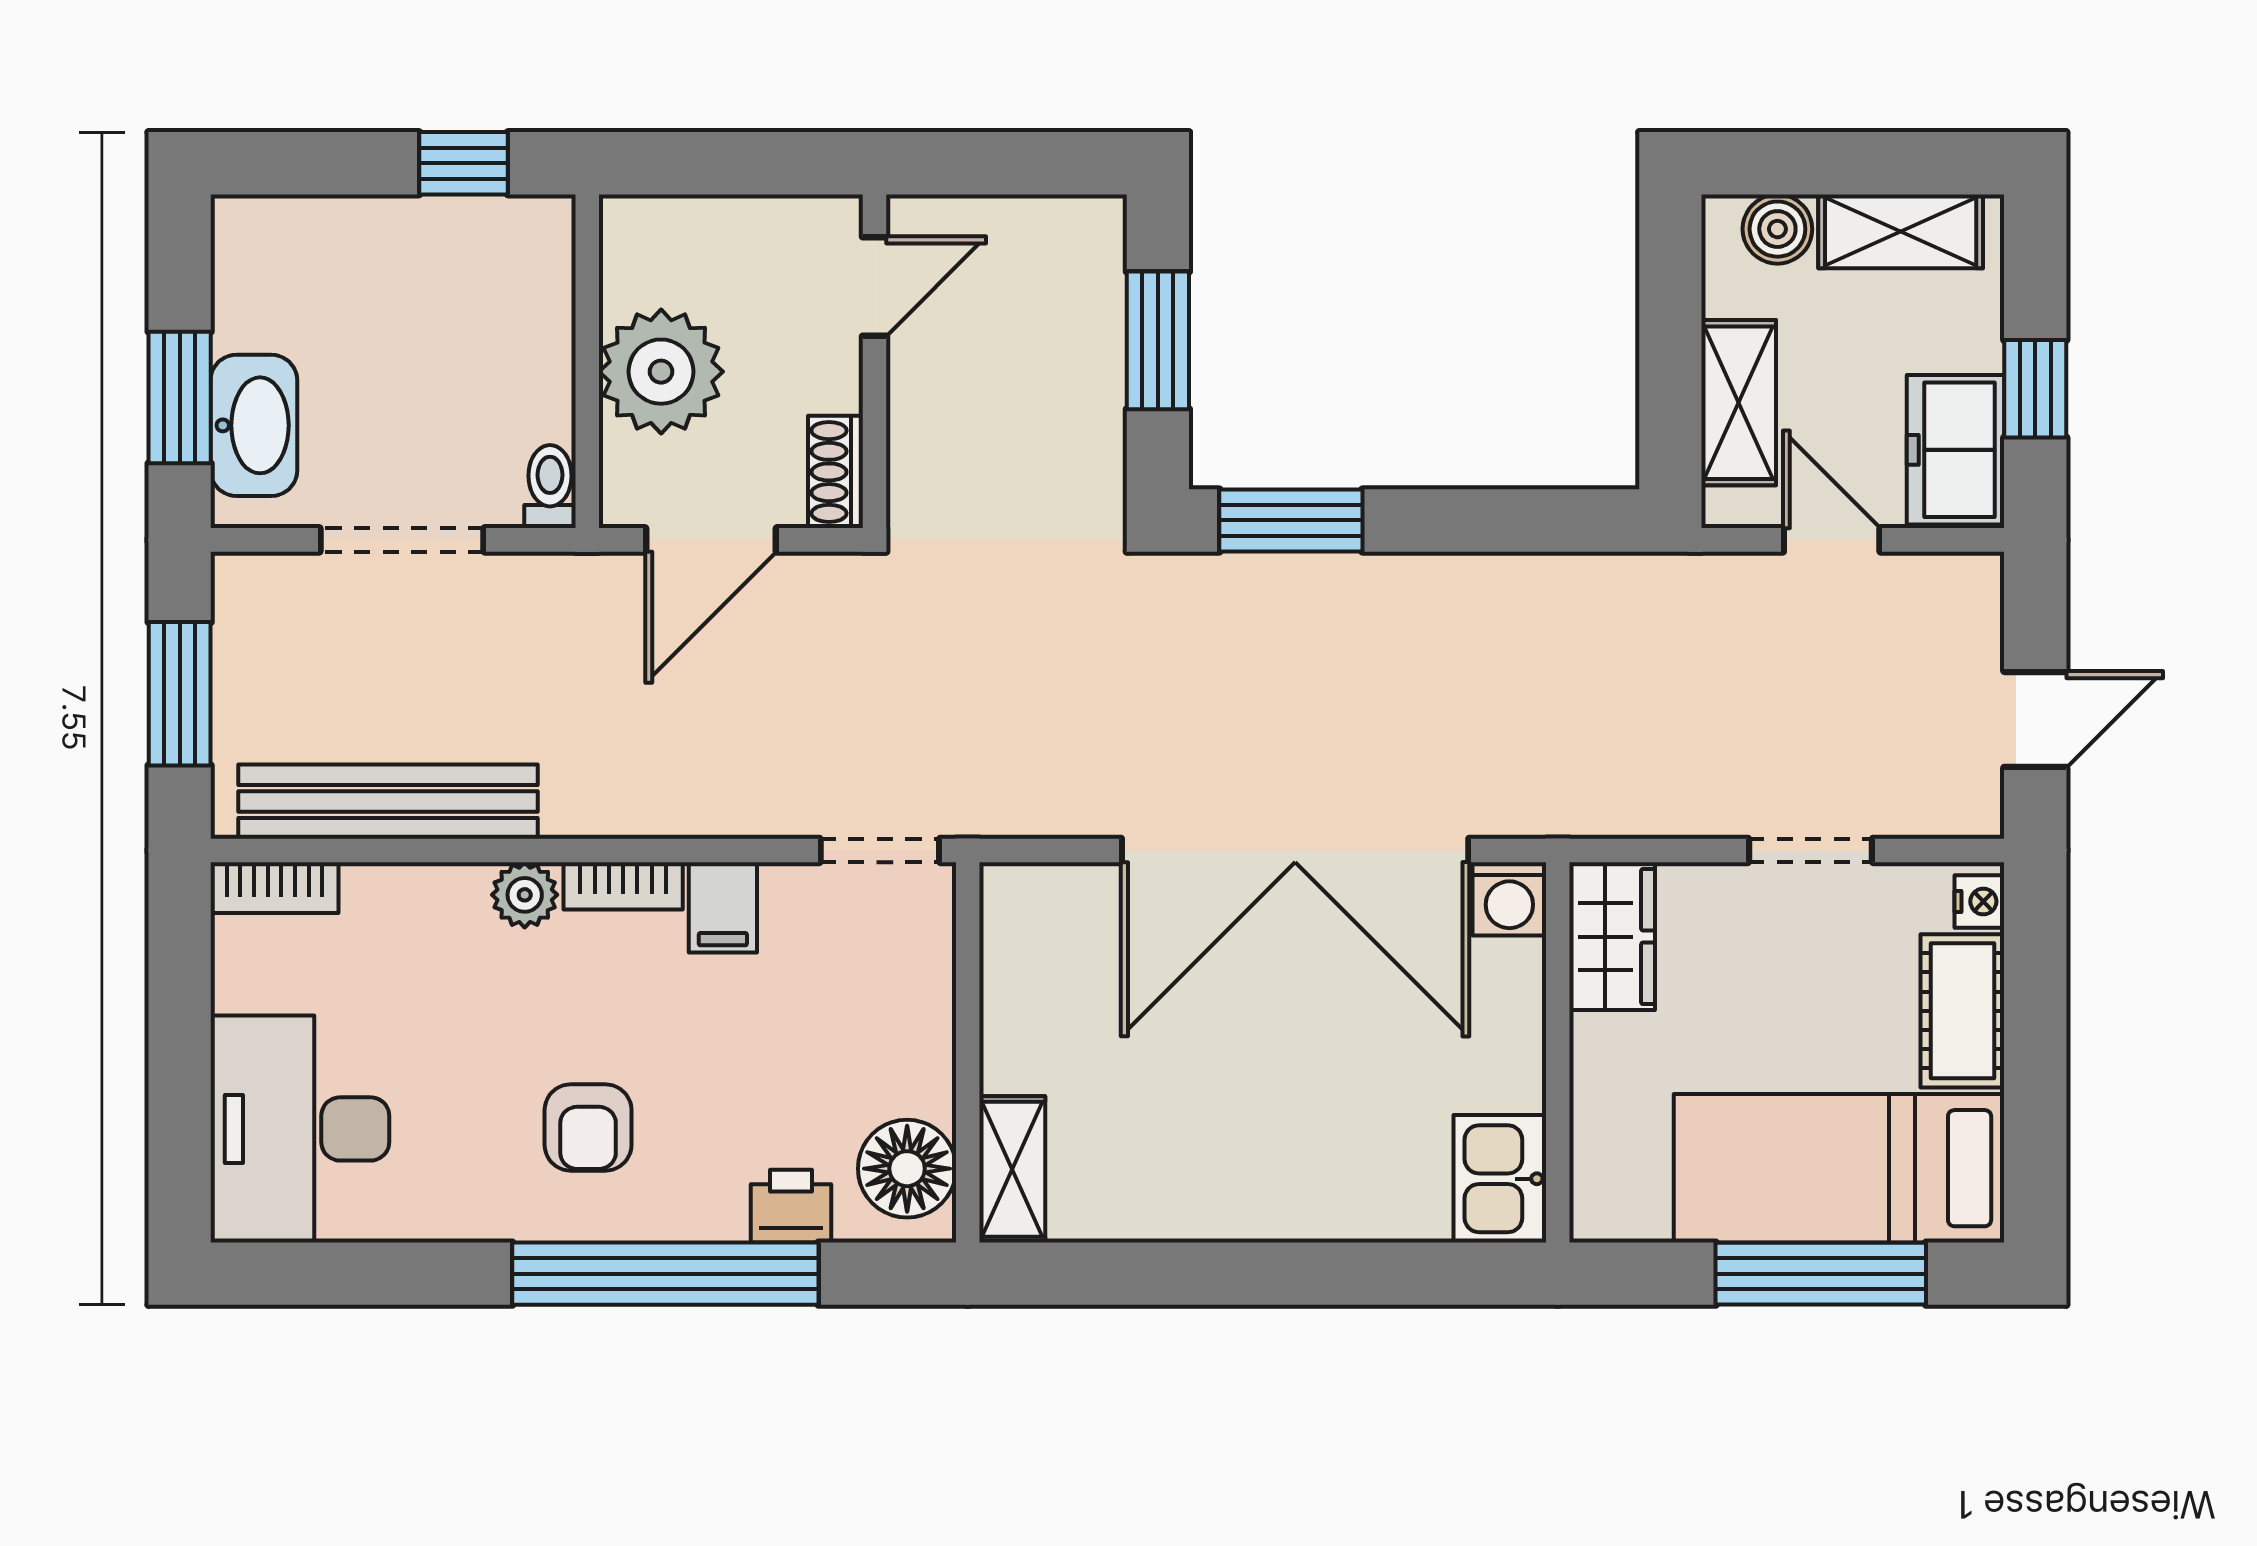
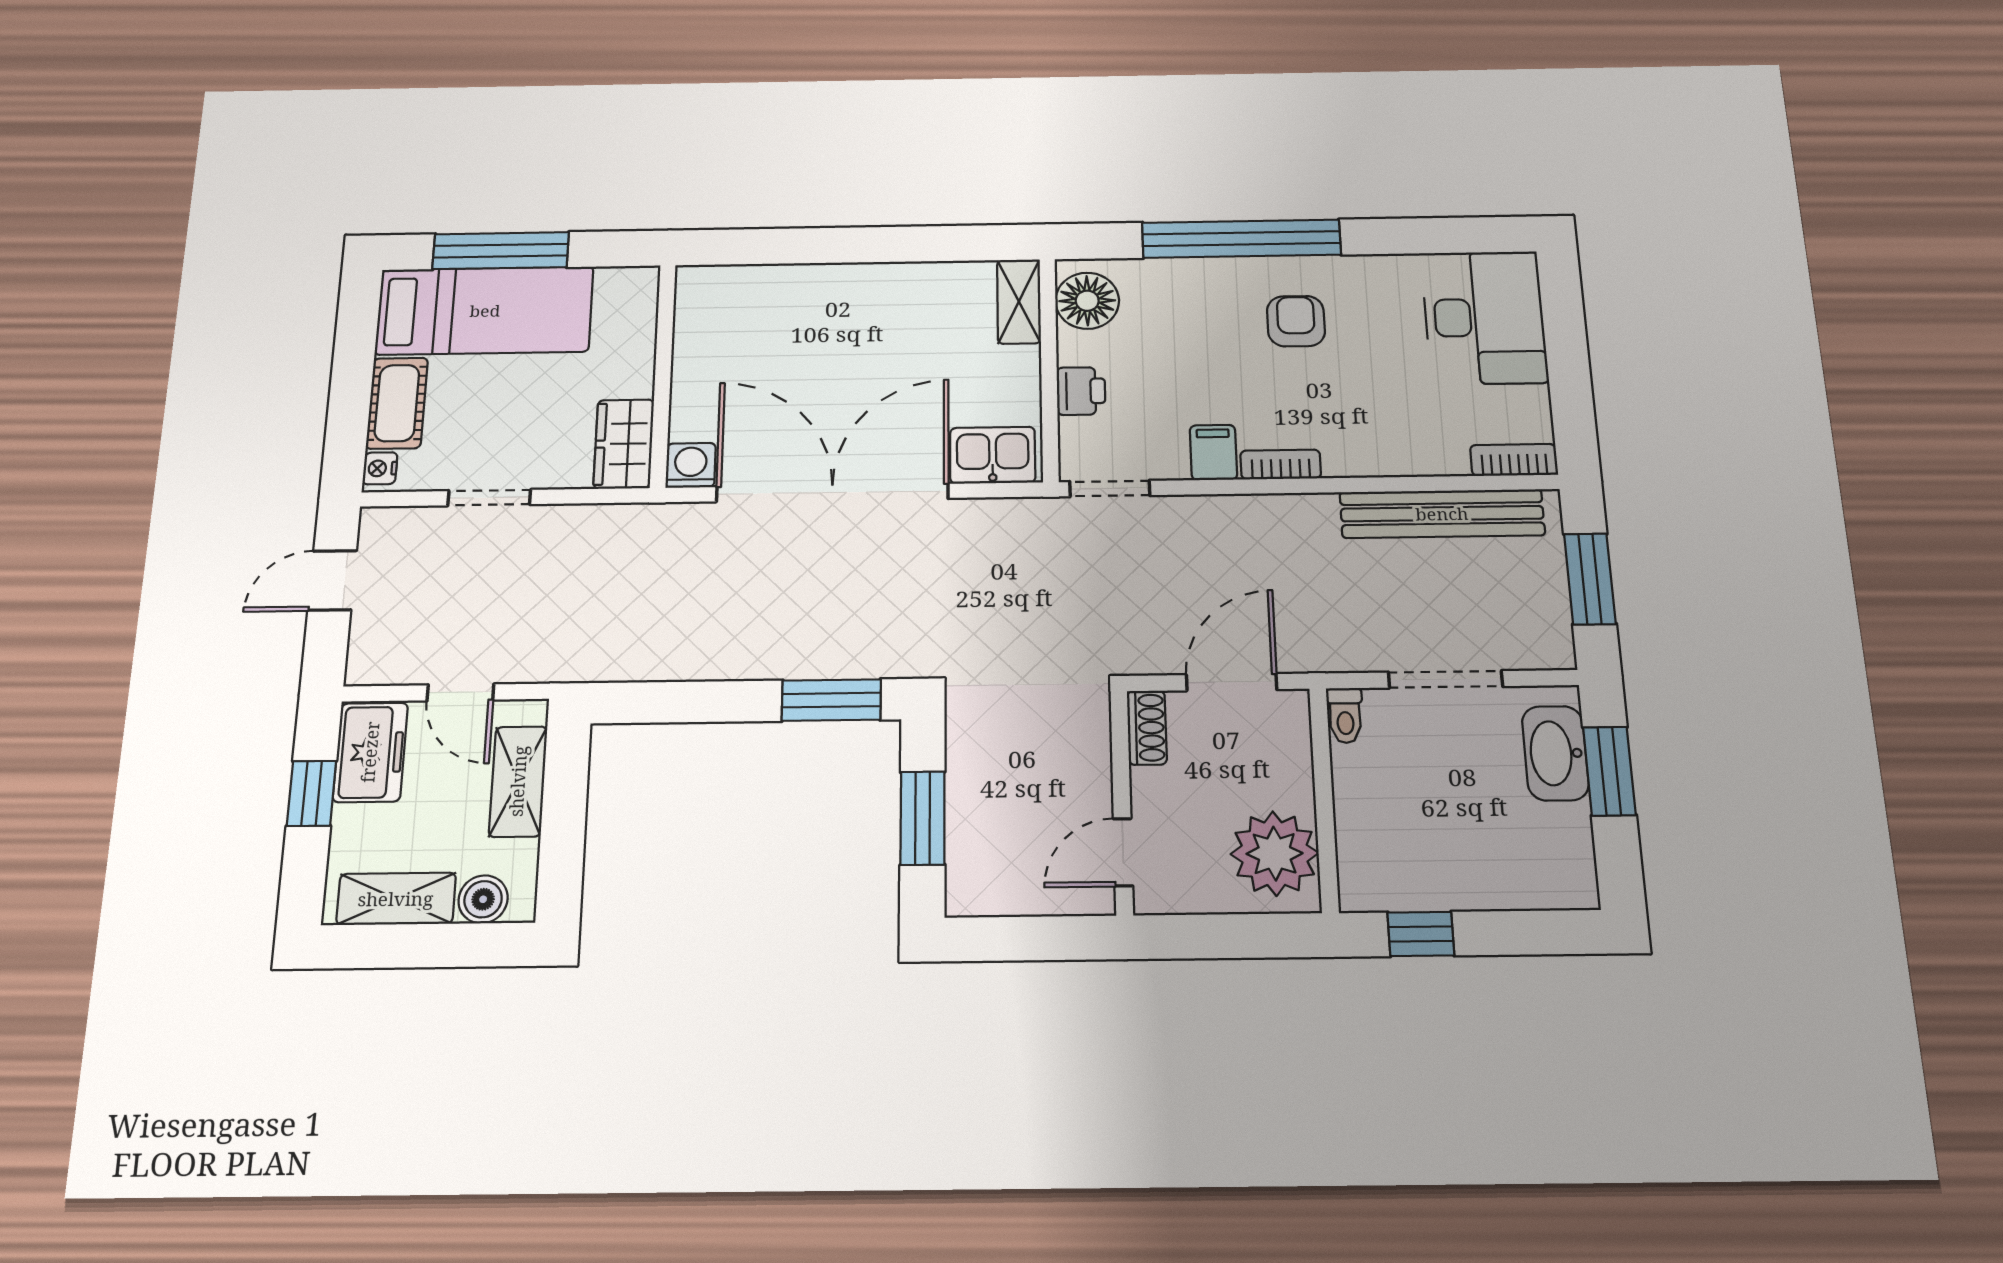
plant: (661, 372) -> (1275, 854), moved
plant: (525, 895) -> (1346, 458), removed
kitchen sink: (1500, 1179) -> (993, 455), moved, turned -90
printer: (791, 1206) -> (1081, 391), moved, turned -90

